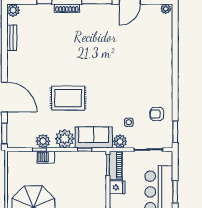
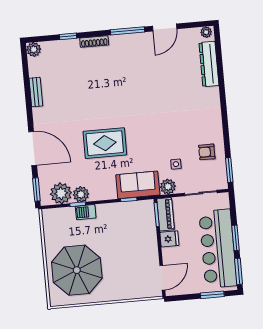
dresser: (166, 37) -> (209, 64), added
bench: (12, 38) -> (36, 92), moved
plant: (65, 139) -> (61, 193), moved

